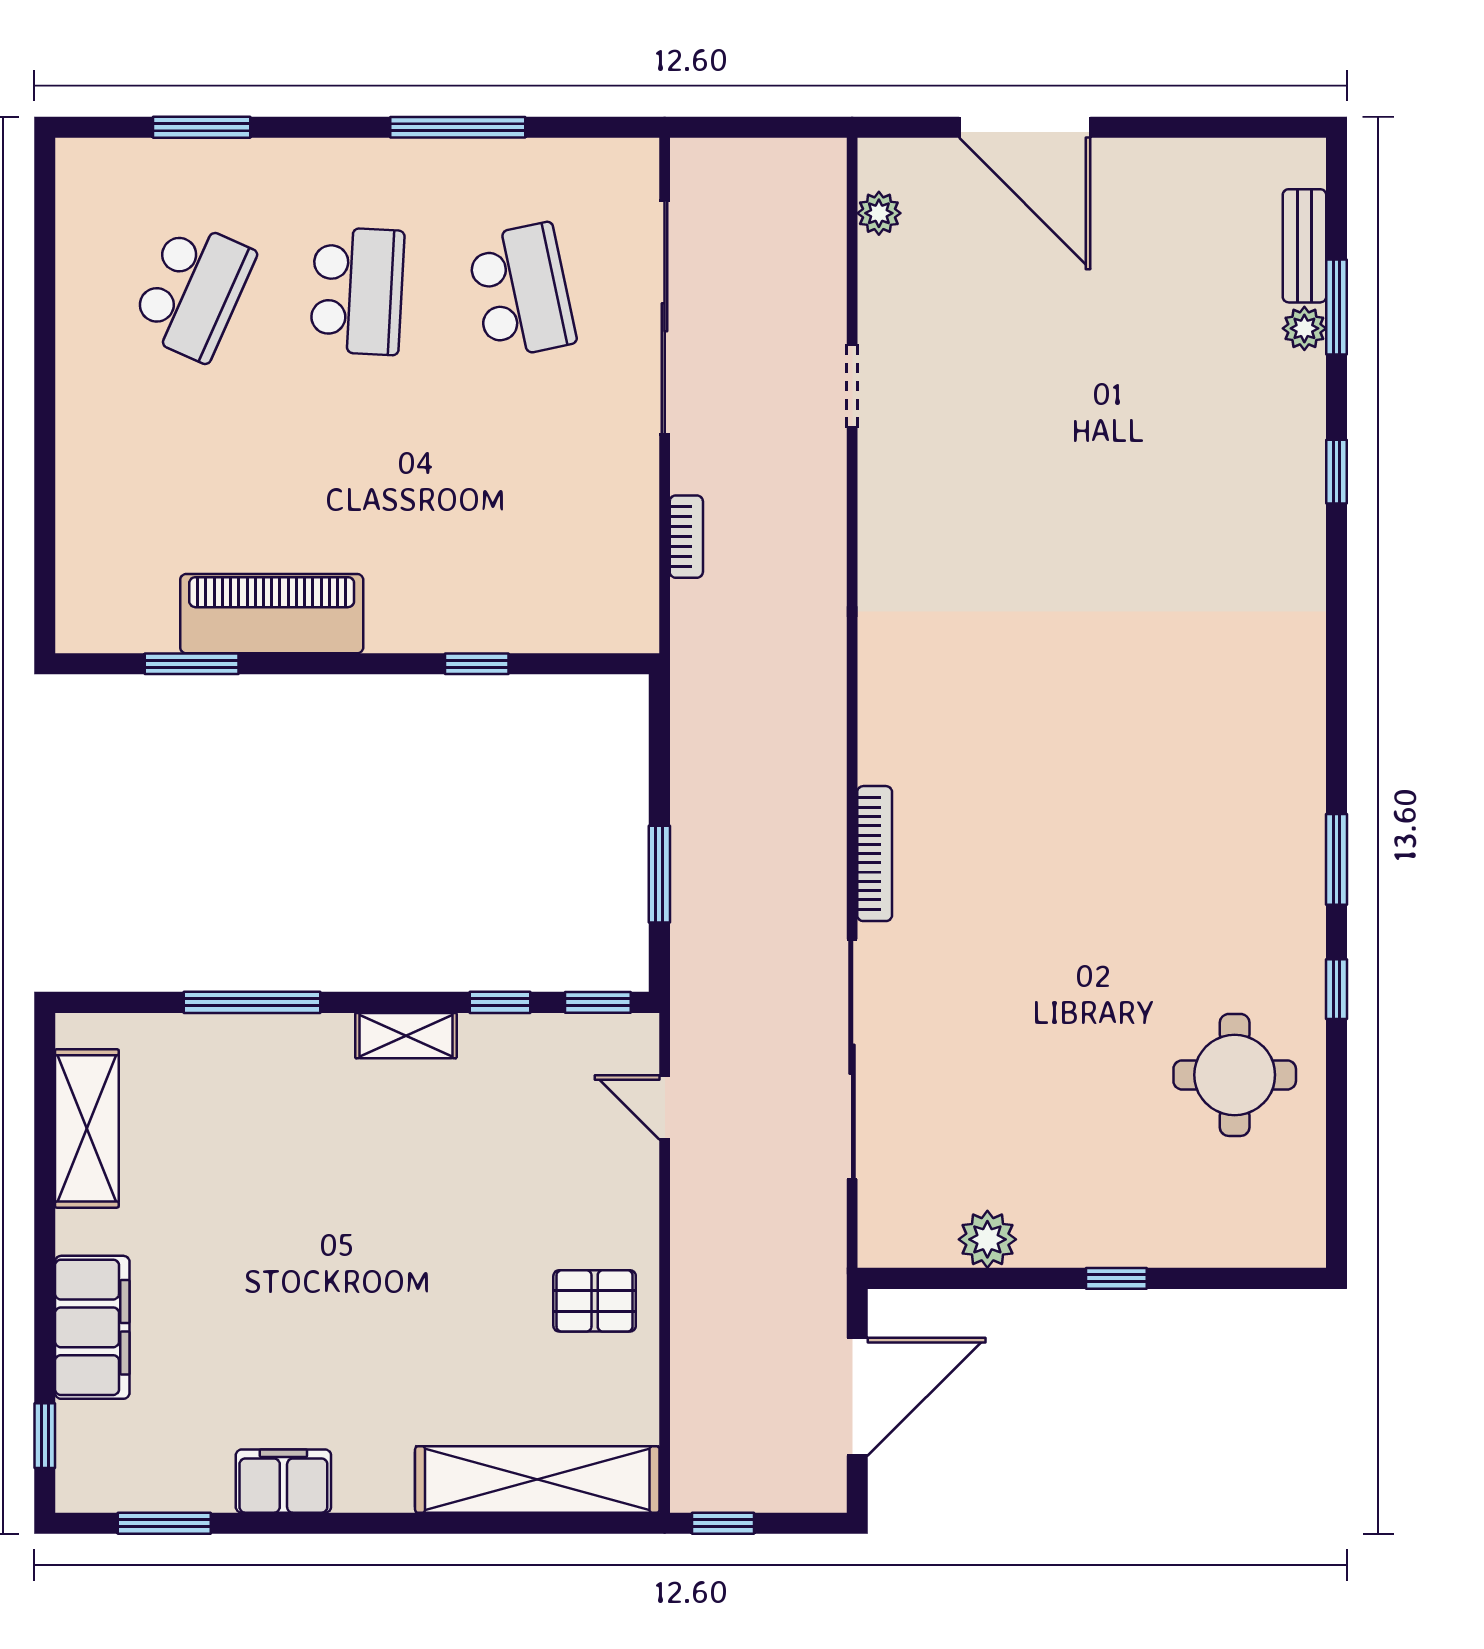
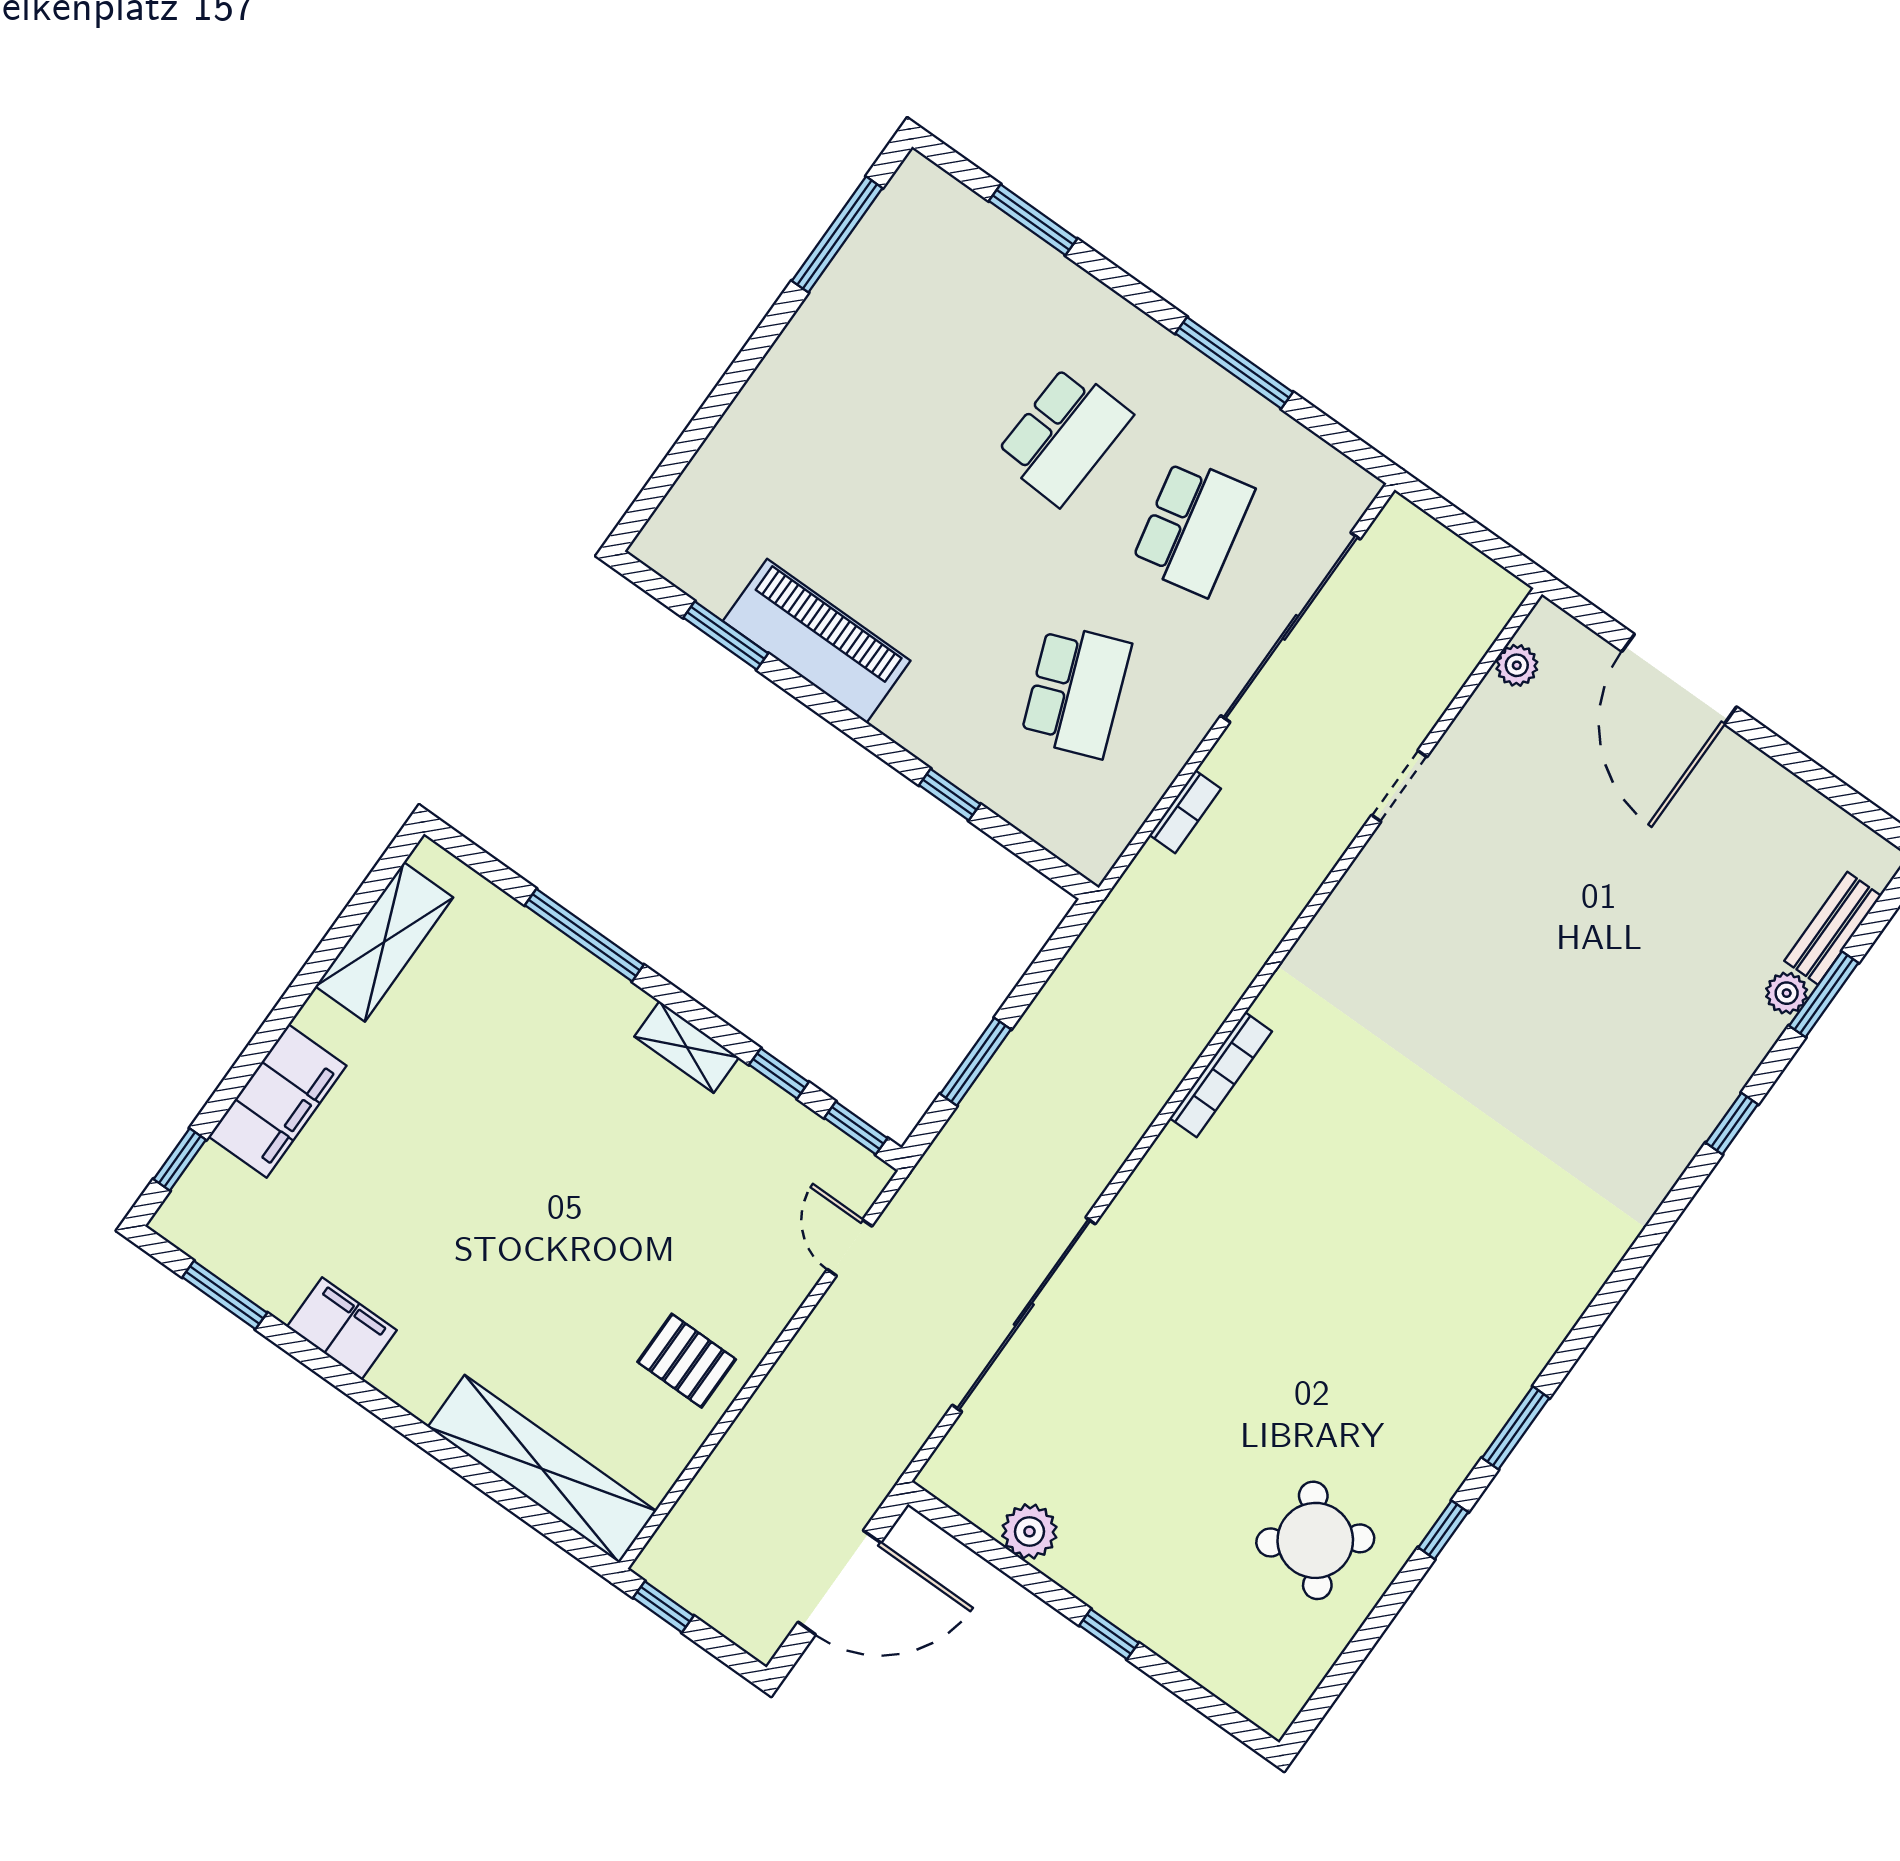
window: (45, 257) -> (837, 234), added
school desk: (193, 291) -> (1076, 691), moved, turned -45
bookcase: (875, 854) -> (1221, 1075), moved
round table: (1235, 1075) -> (1315, 1540), turned -38

